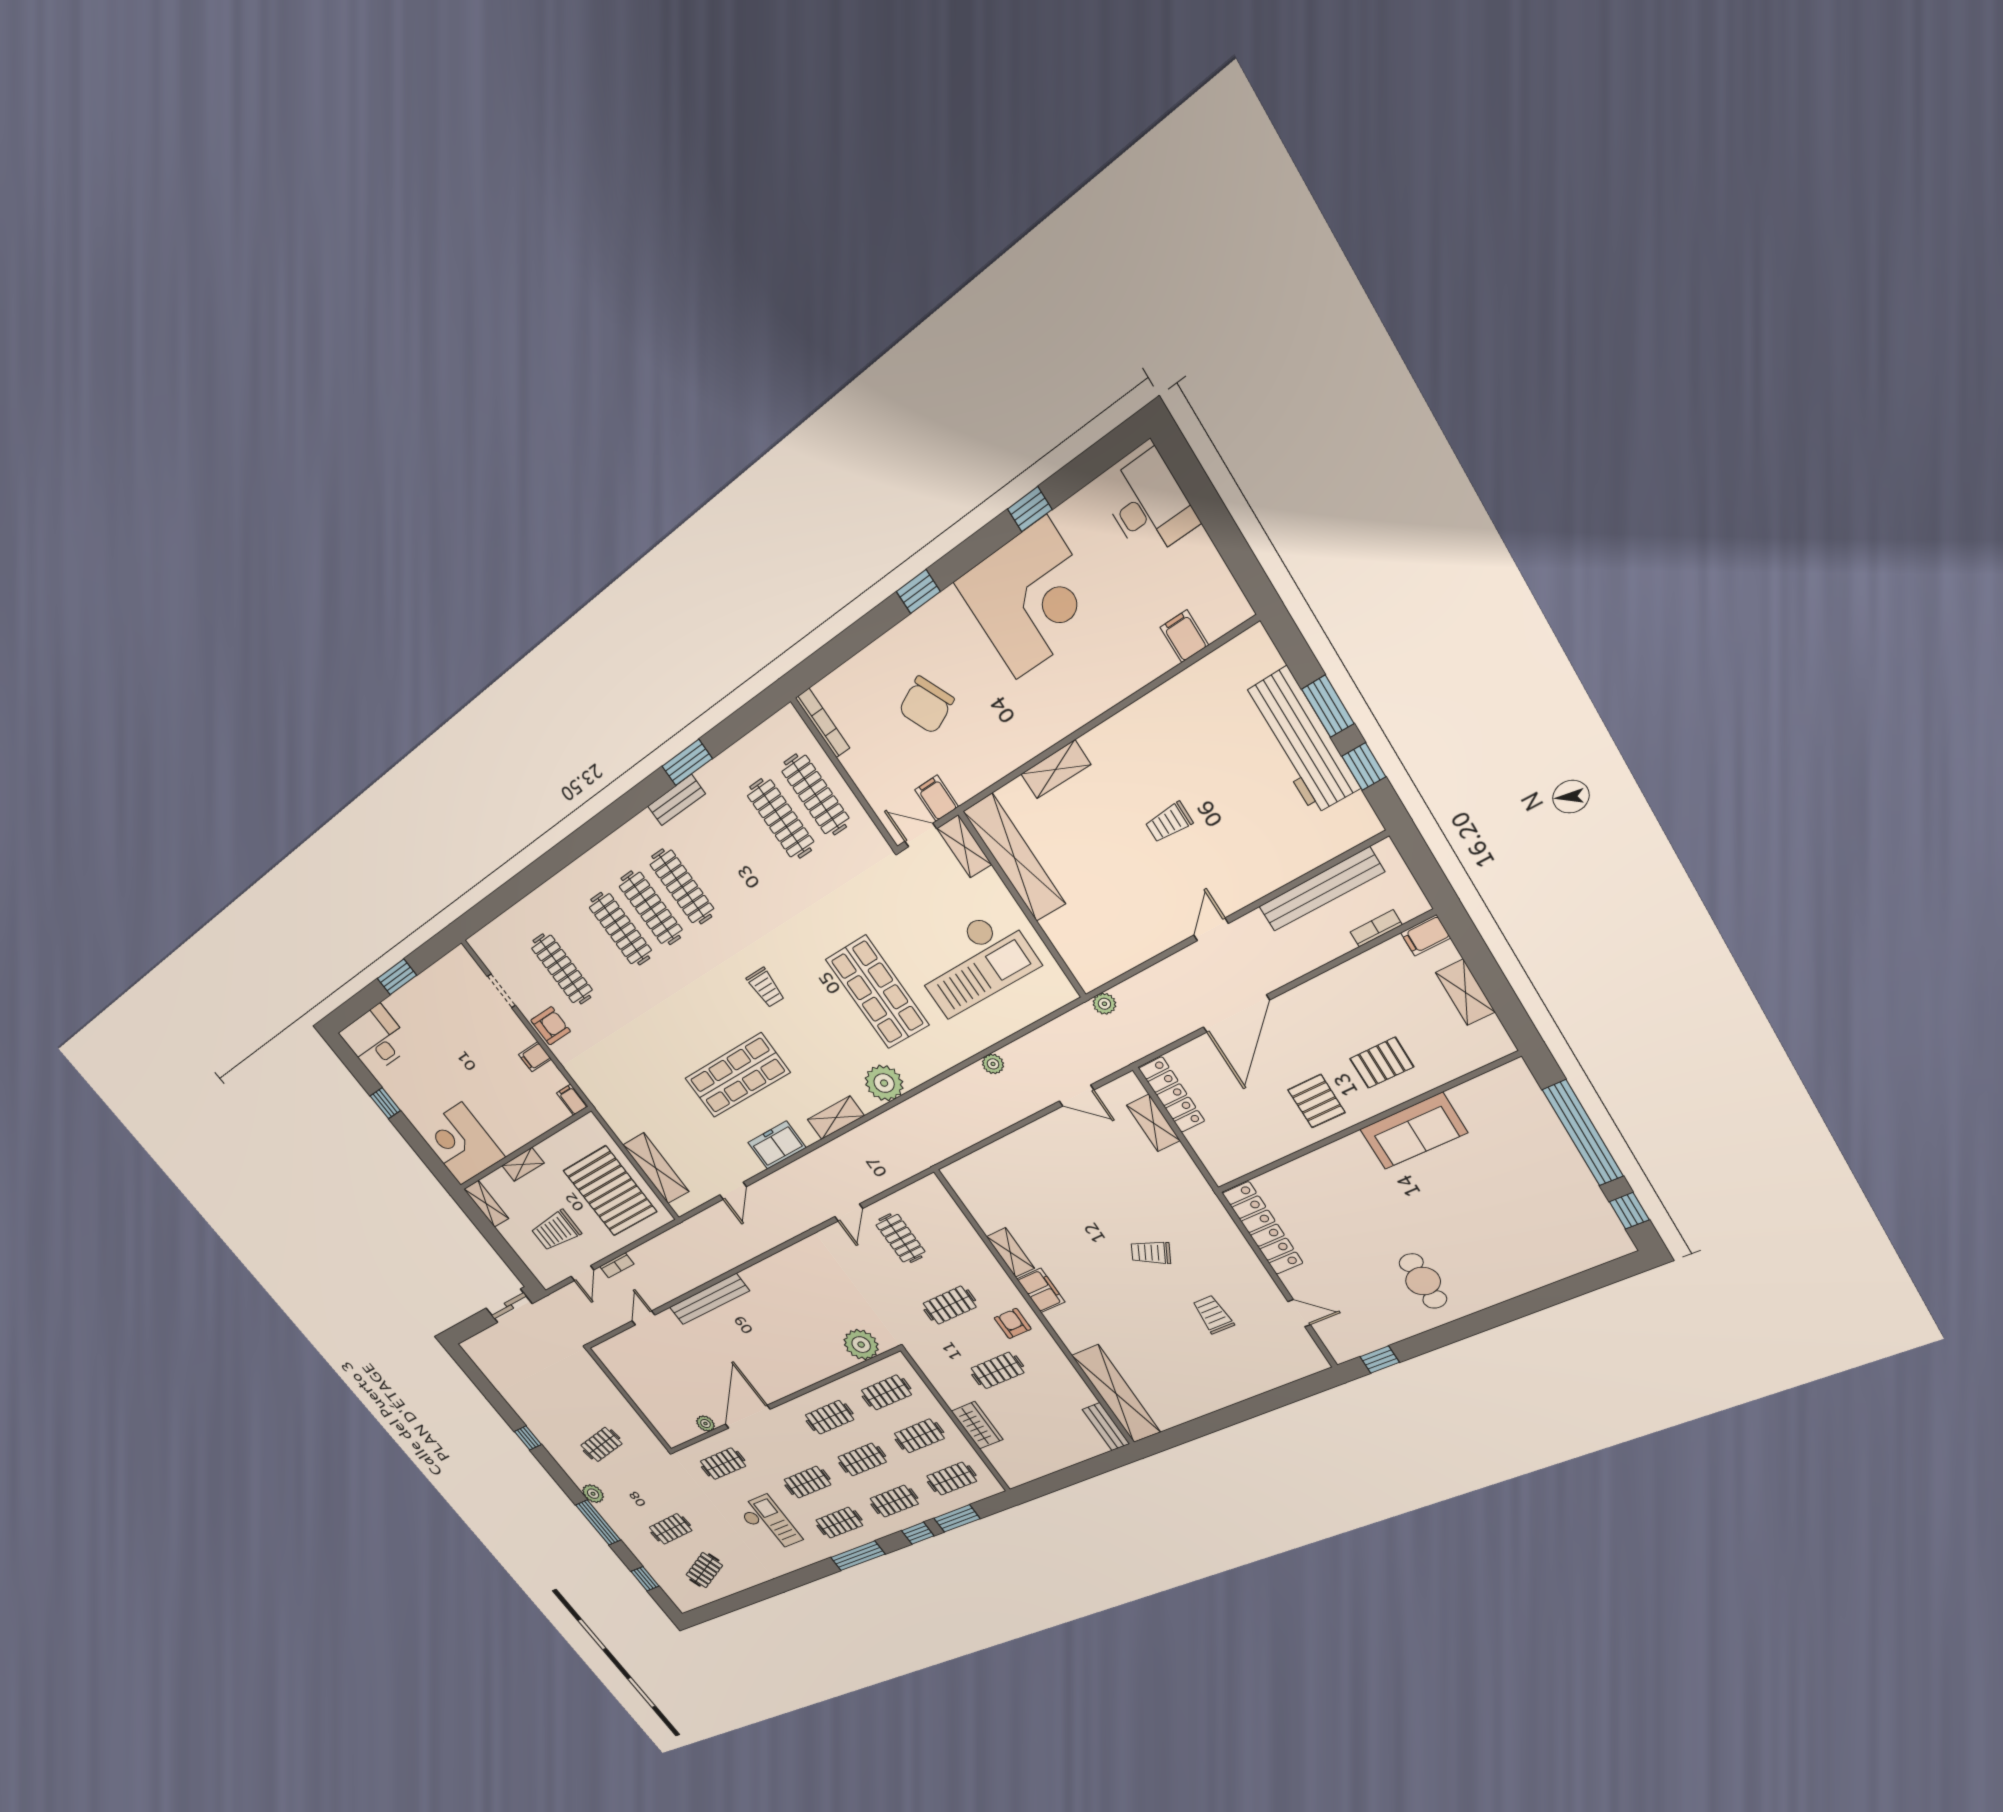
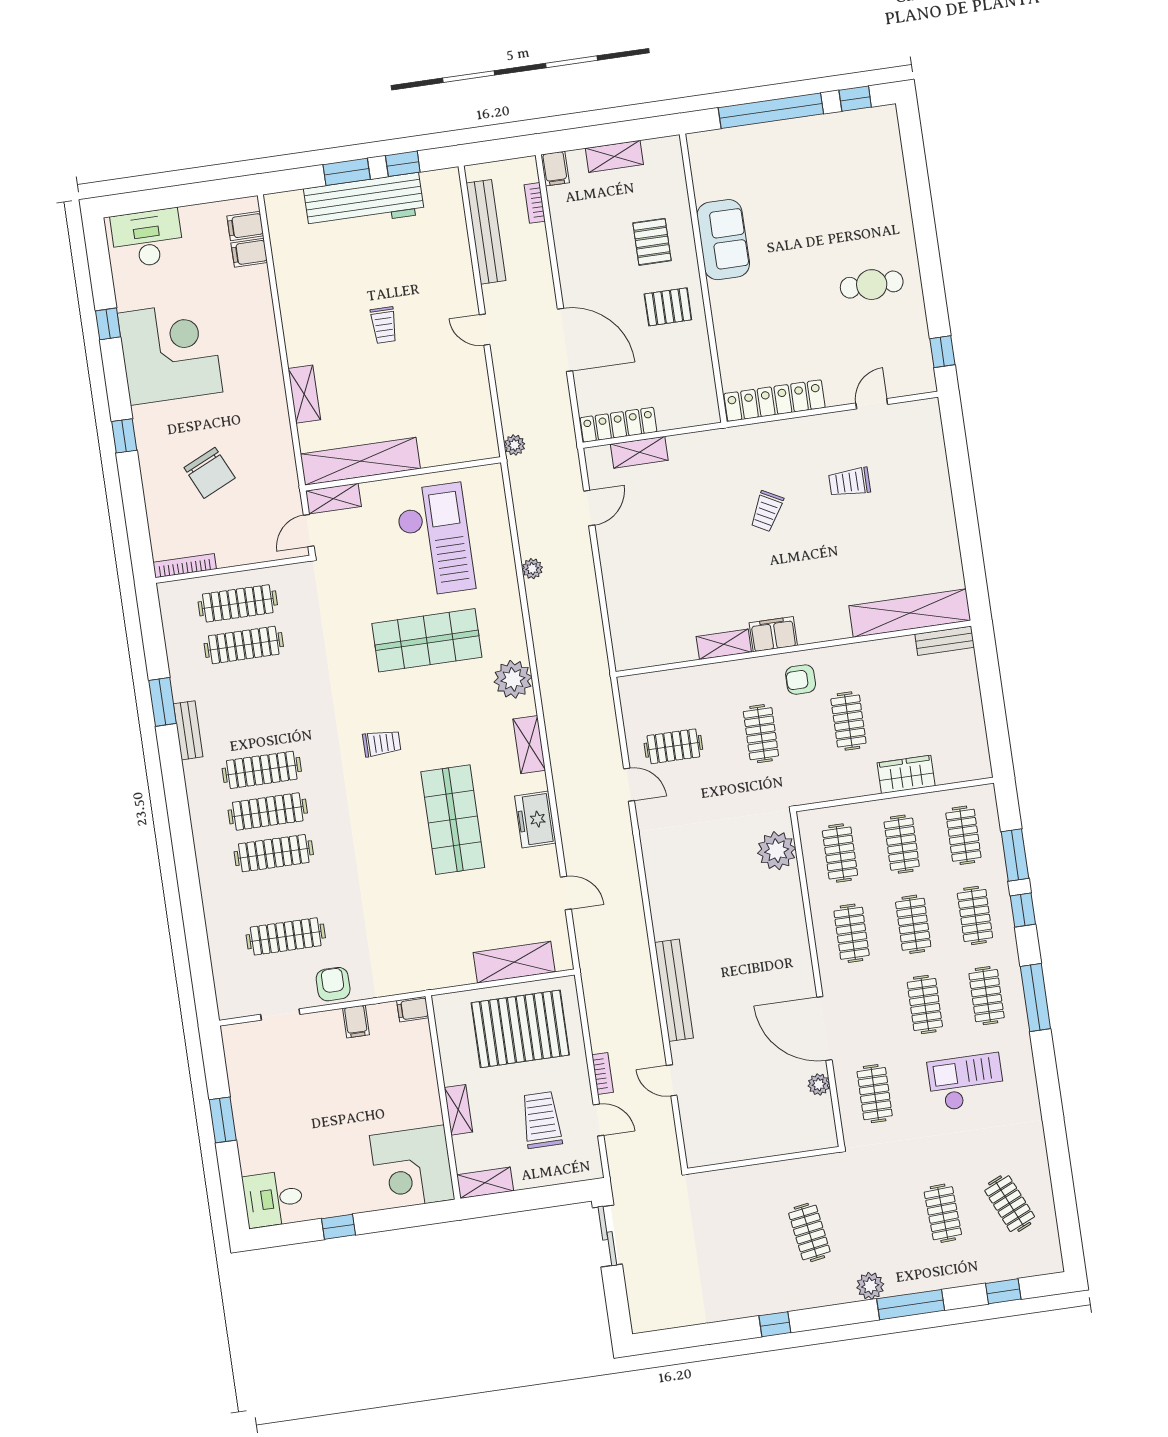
filing cabinet: (937, 798) -> (245, 226), moved
desk: (376, 1039) -> (273, 1199), width x0.73
trolley: (556, 1231) -> (542, 1120), turned 180

